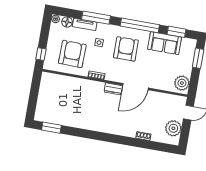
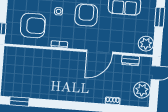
armchair: (72, 54) -> (33, 25), turned 89
dresser: (113, 89) -> (130, 60), moved

